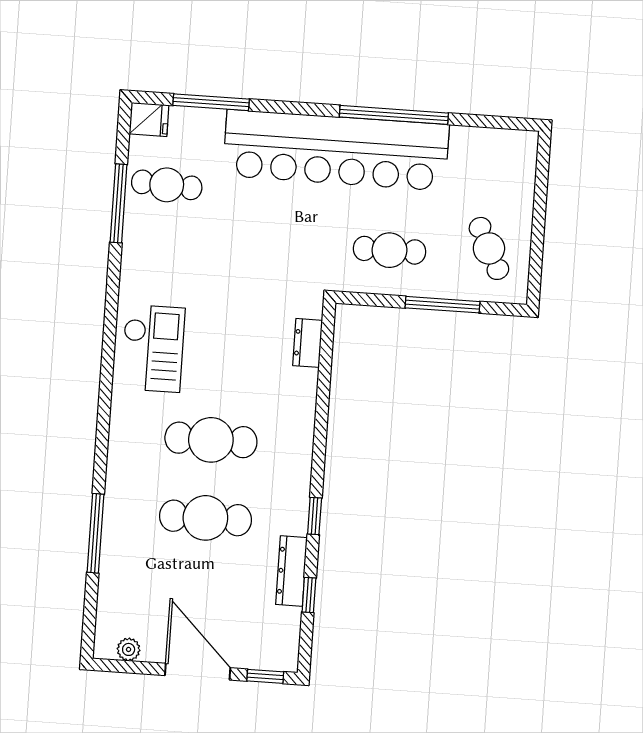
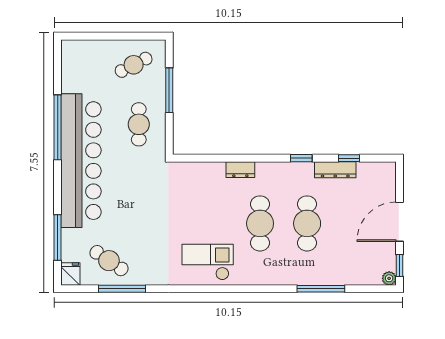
cafe table: (167, 185) -> (109, 261), turned -59
dresser: (308, 343) -> (240, 170), moved
plant: (129, 649) -> (389, 278), moved
window: (265, 676) -> (400, 265), moved

